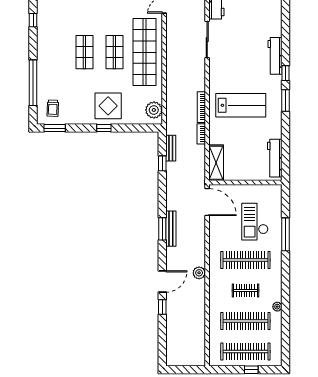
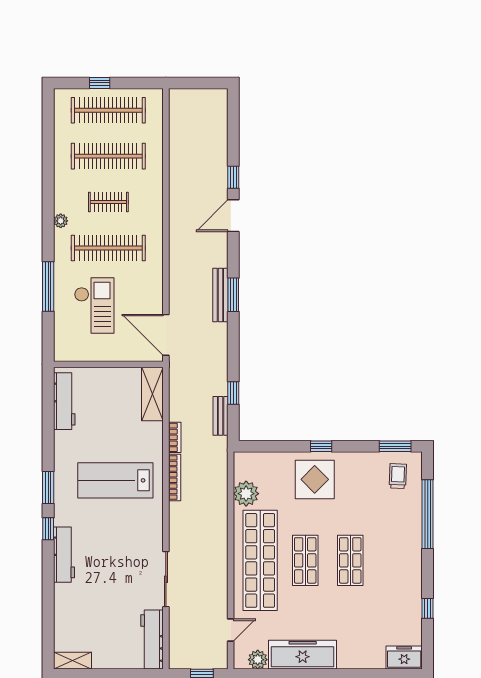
plant: (154, 110) -> (246, 494), moved
plant: (199, 273) -> (178, 229), removed
plant: (277, 307) -> (61, 221), moved

